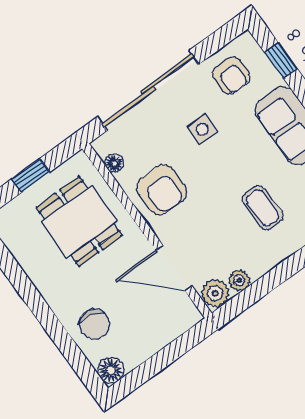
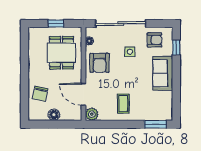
armchair: (231, 76) -> (154, 40), turned -90
coffee table: (263, 208) -> (123, 104), moved
plant: (239, 280) -> (104, 116), removed
floor lamp: (111, 370) -> (54, 115), moved

